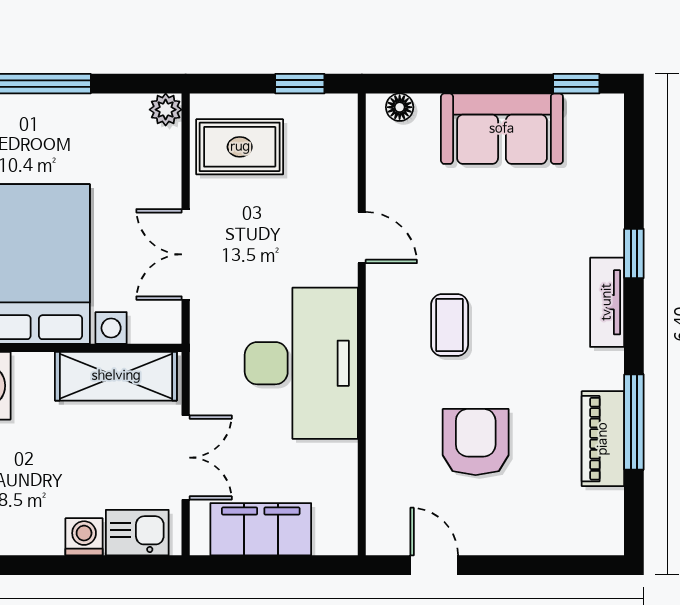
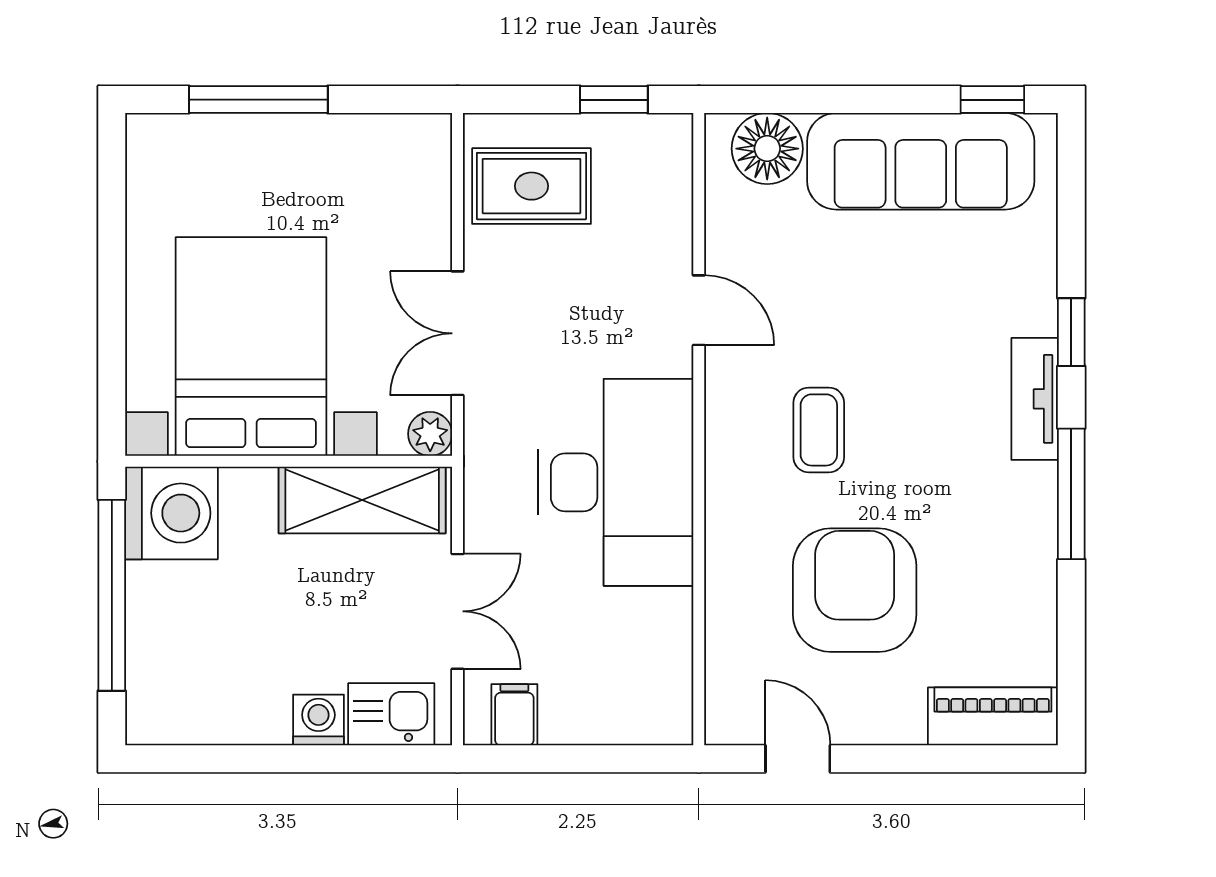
floor lamp: (400, 107) -> (767, 149), width x1.89, depth x1.89
plant: (166, 110) -> (430, 434), moved
sofa: (502, 129) -> (921, 161), width x1.36
window: (634, 422) -> (1071, 494), moved
piano: (603, 439) -> (993, 716), moved, turned 90
armchair: (476, 442) -> (855, 590), width x1.36, depth x1.36
filing cabinet: (261, 529) -> (514, 715), width x0.33, depth x0.86

